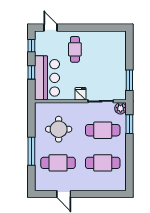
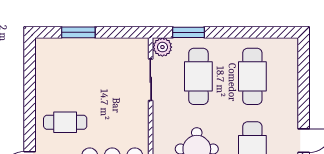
window: (129, 80) -> (78, 32), moved
fridge: (81, 94) -> (138, 113), removed

